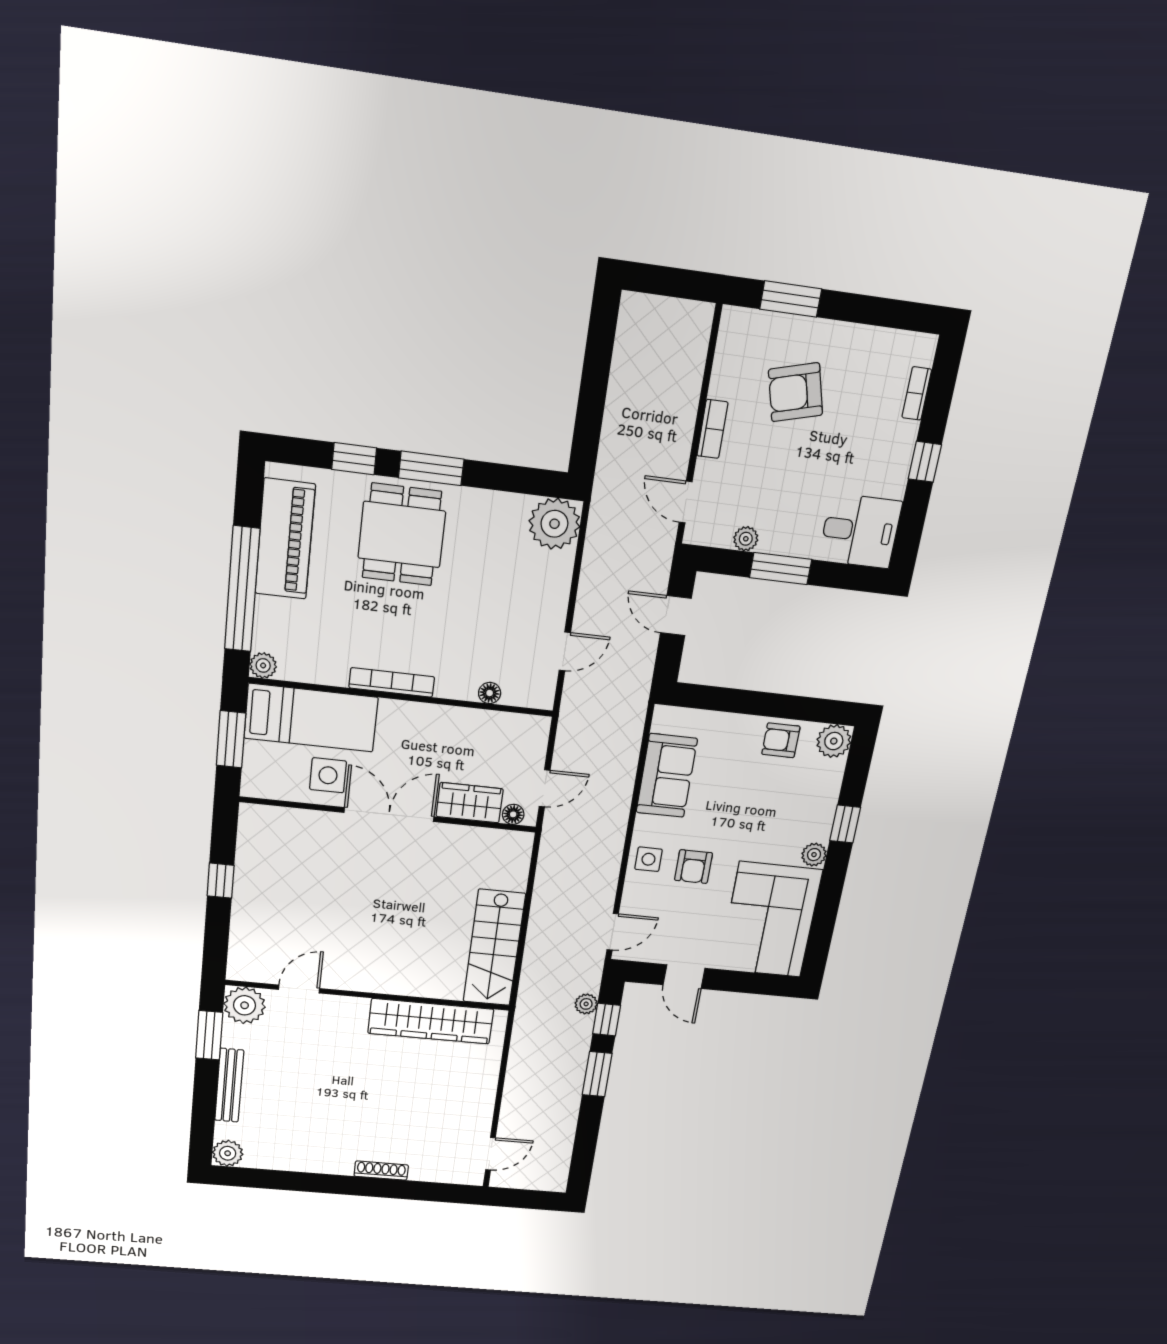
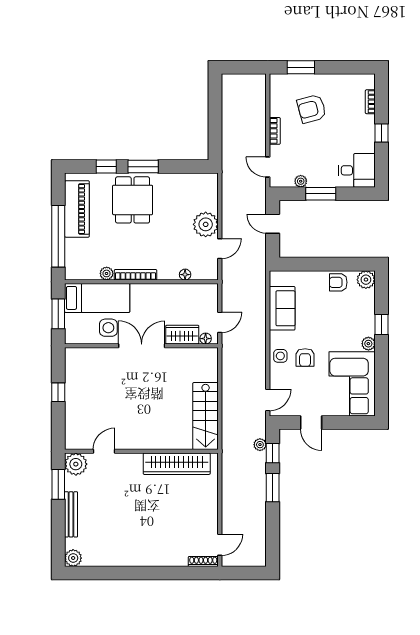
plant: (554, 524) -> (206, 224), moved
plant: (263, 665) -> (107, 273), moved
shoe rack: (381, 1171) -> (203, 561), moved

